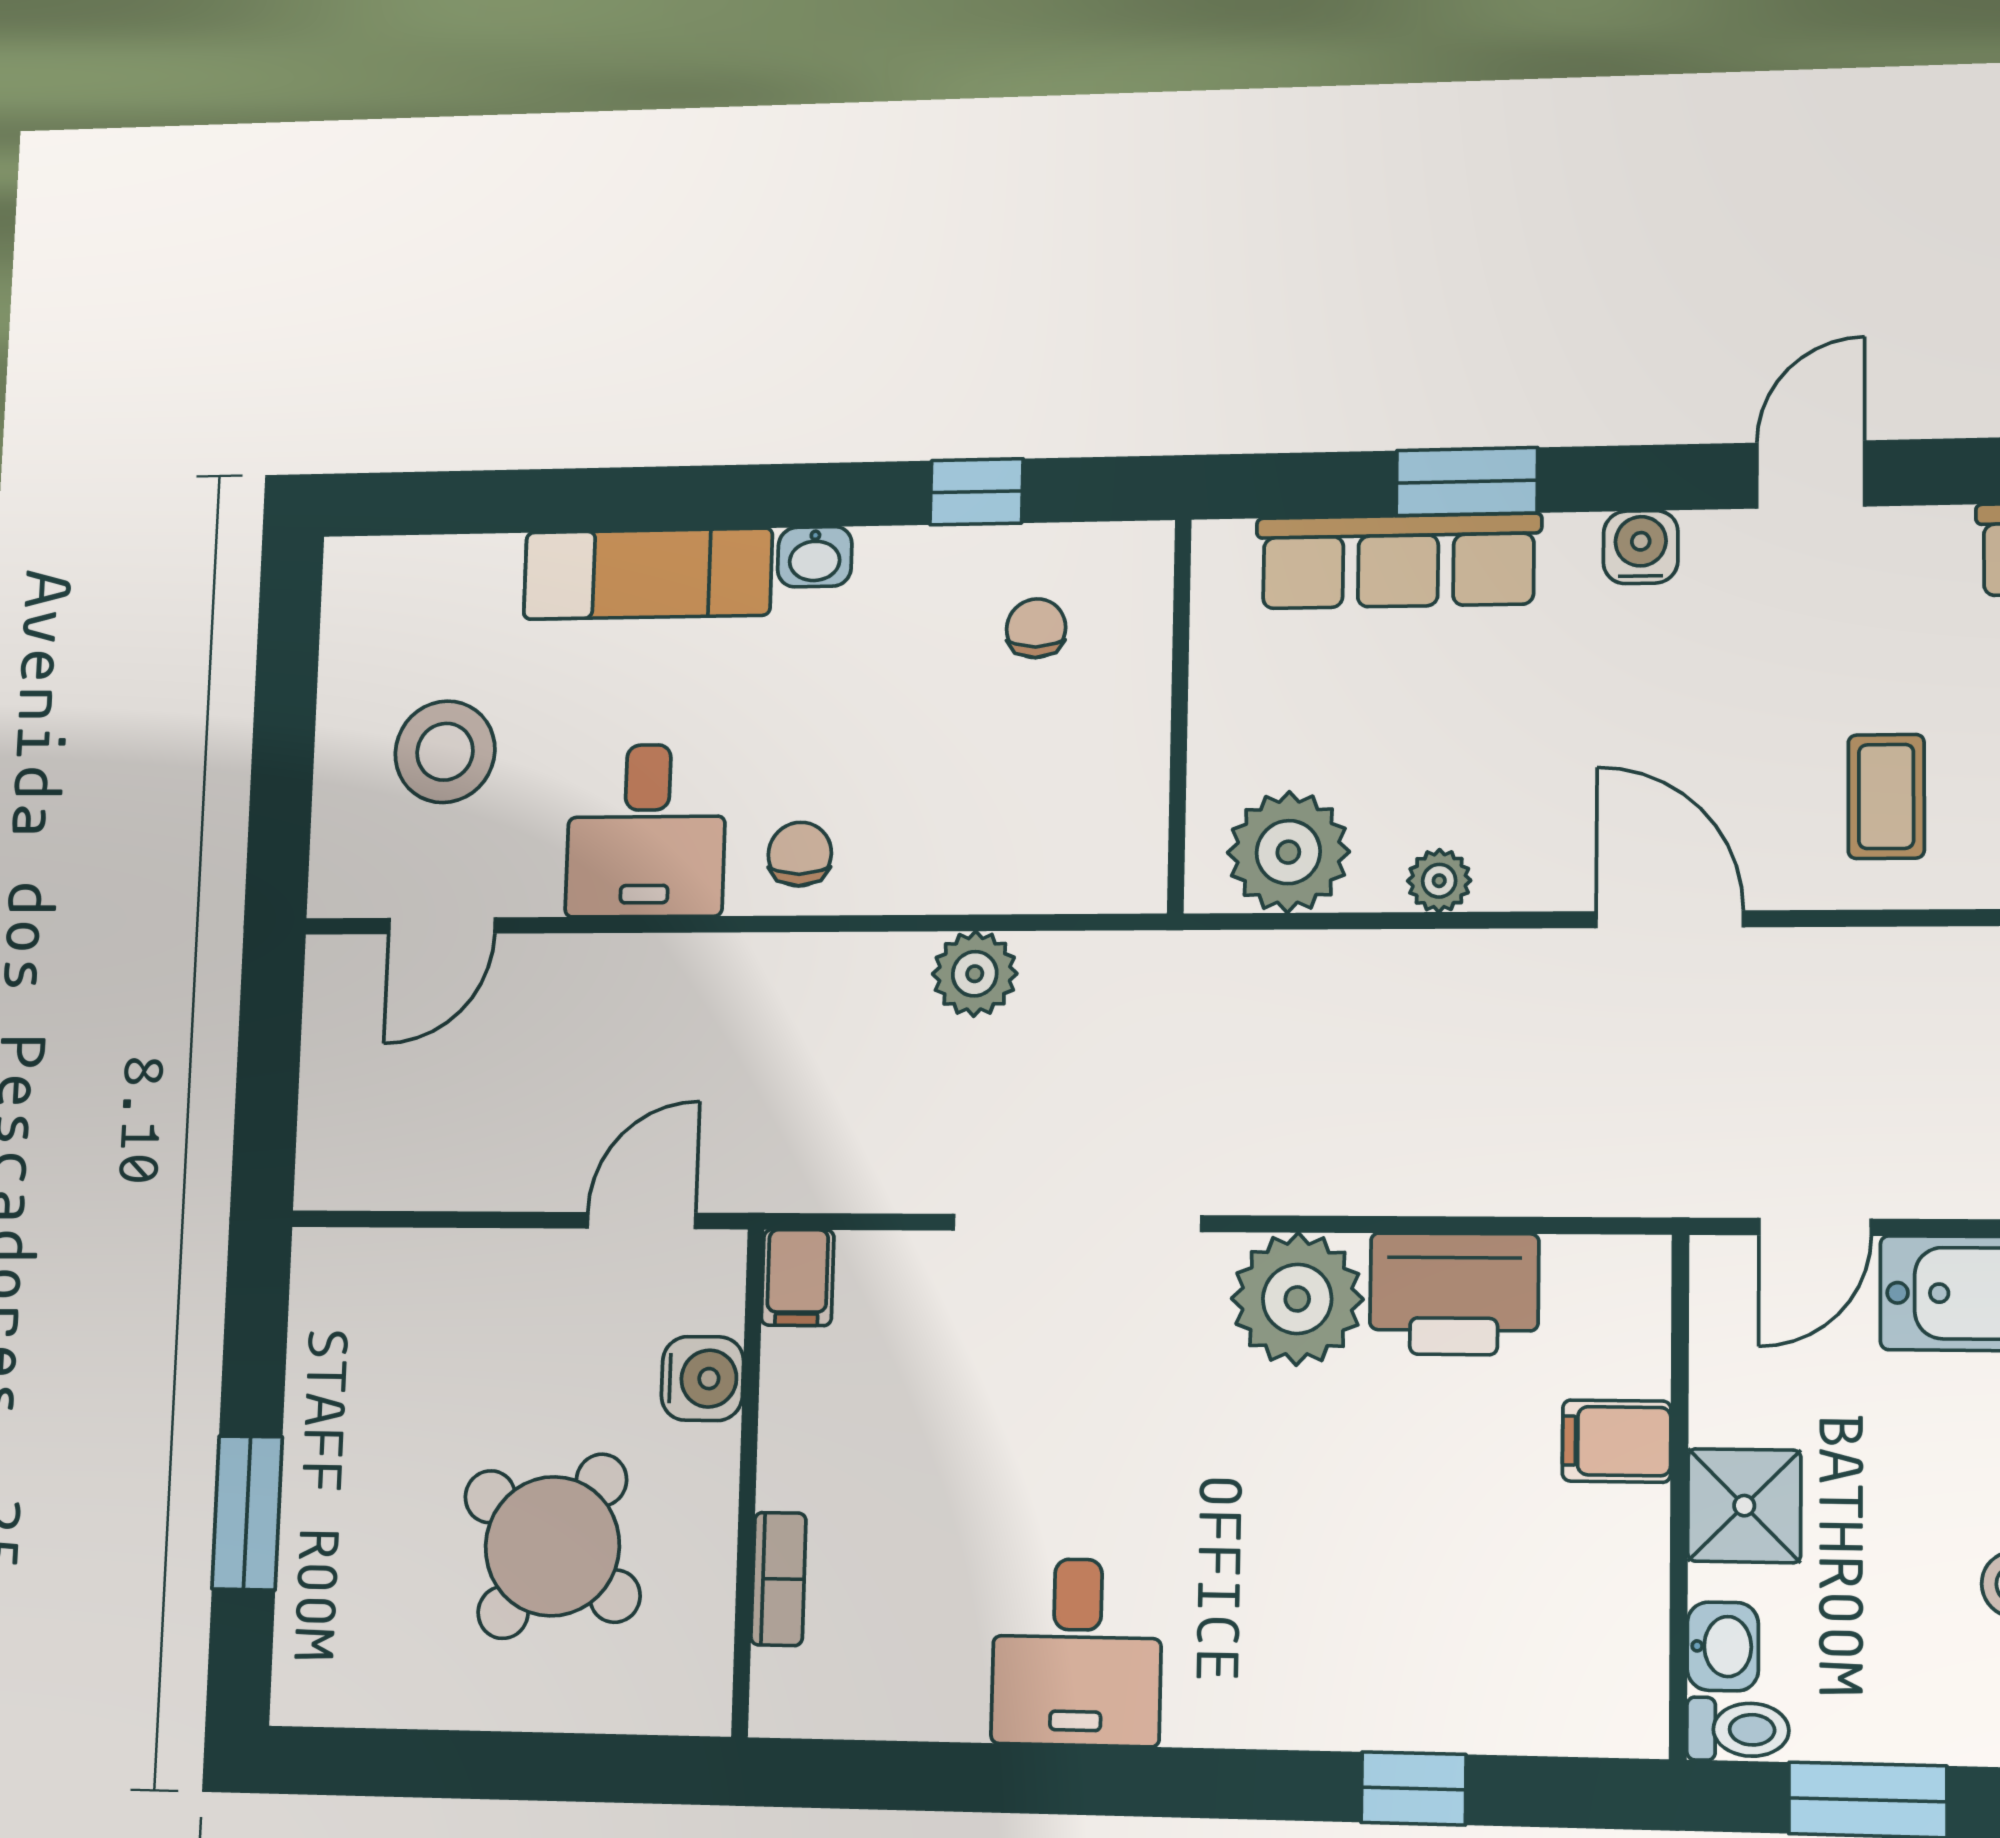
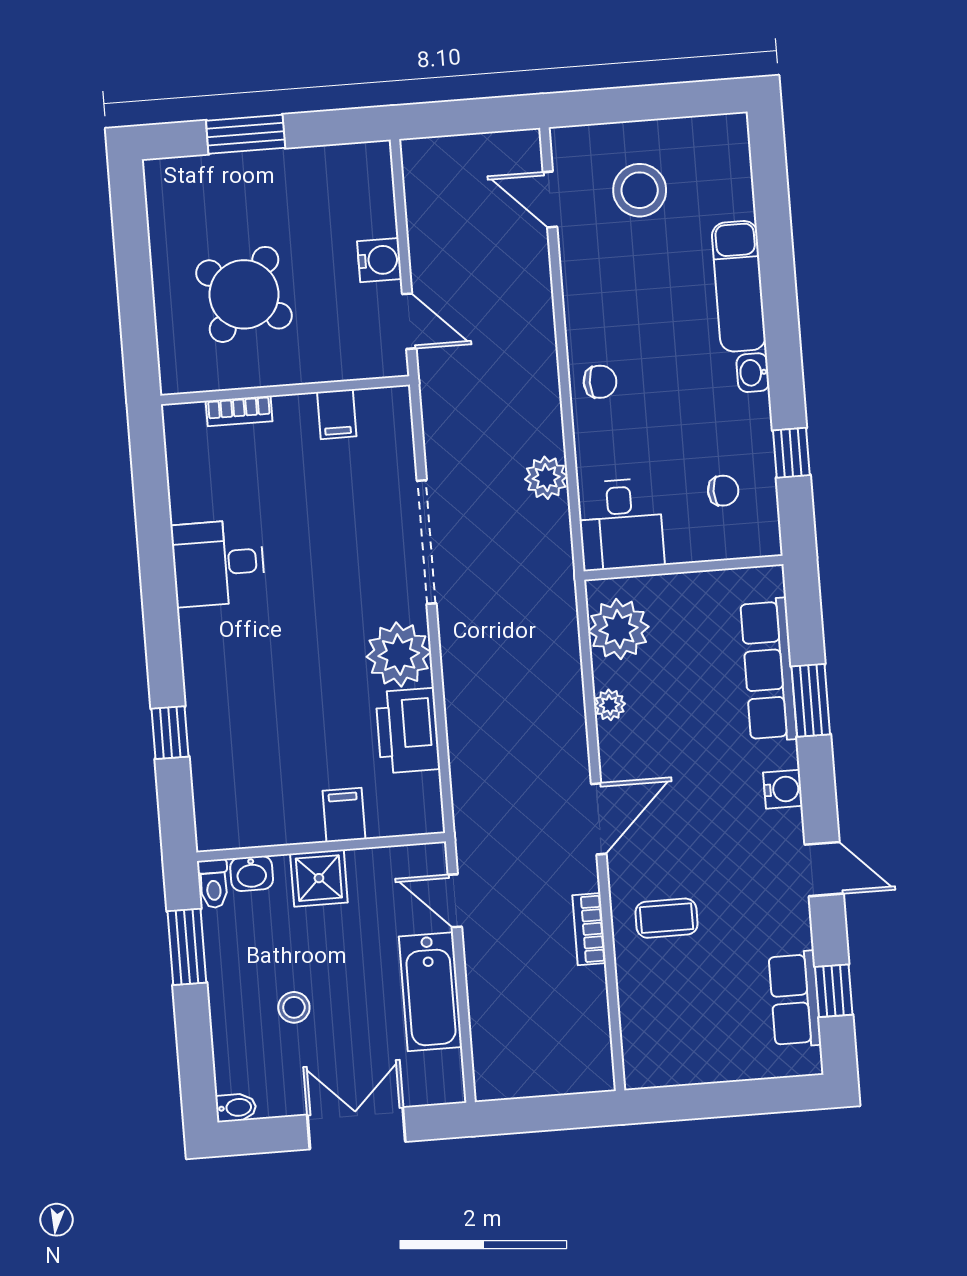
desk: (646, 831) -> (621, 524), moved, turned -90
bookcase: (1897, 955) -> (589, 929), added
filing cabinet: (798, 1278) -> (337, 414), moved, turned -90
water cooler: (702, 1379) -> (379, 260), moved, turned -90

